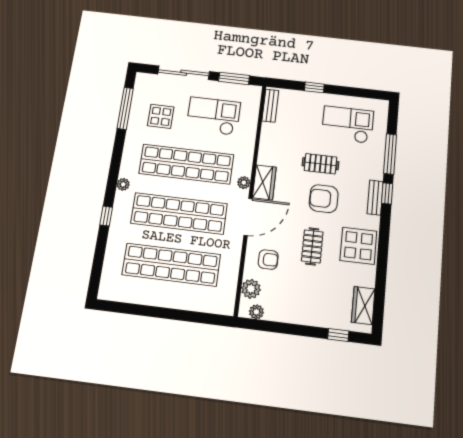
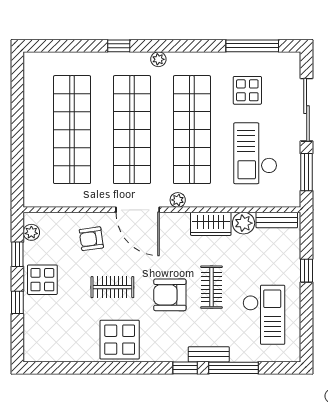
checkout: (213, 116) -> (255, 153), turned 180
wardrobe: (264, 182) -> (211, 224), moved
bench: (375, 198) -> (209, 354), moved
armchair: (324, 199) -> (170, 295), turned -90
armchair: (268, 260) -> (91, 239), turned 82
plant: (251, 289) -> (244, 223), moved
wardrobe: (363, 306) -> (53, 350), removed
display table: (300, 307) -> (42, 280), added
window: (275, 327) -> (17, 254), added
window: (338, 335) -> (17, 302), moved

